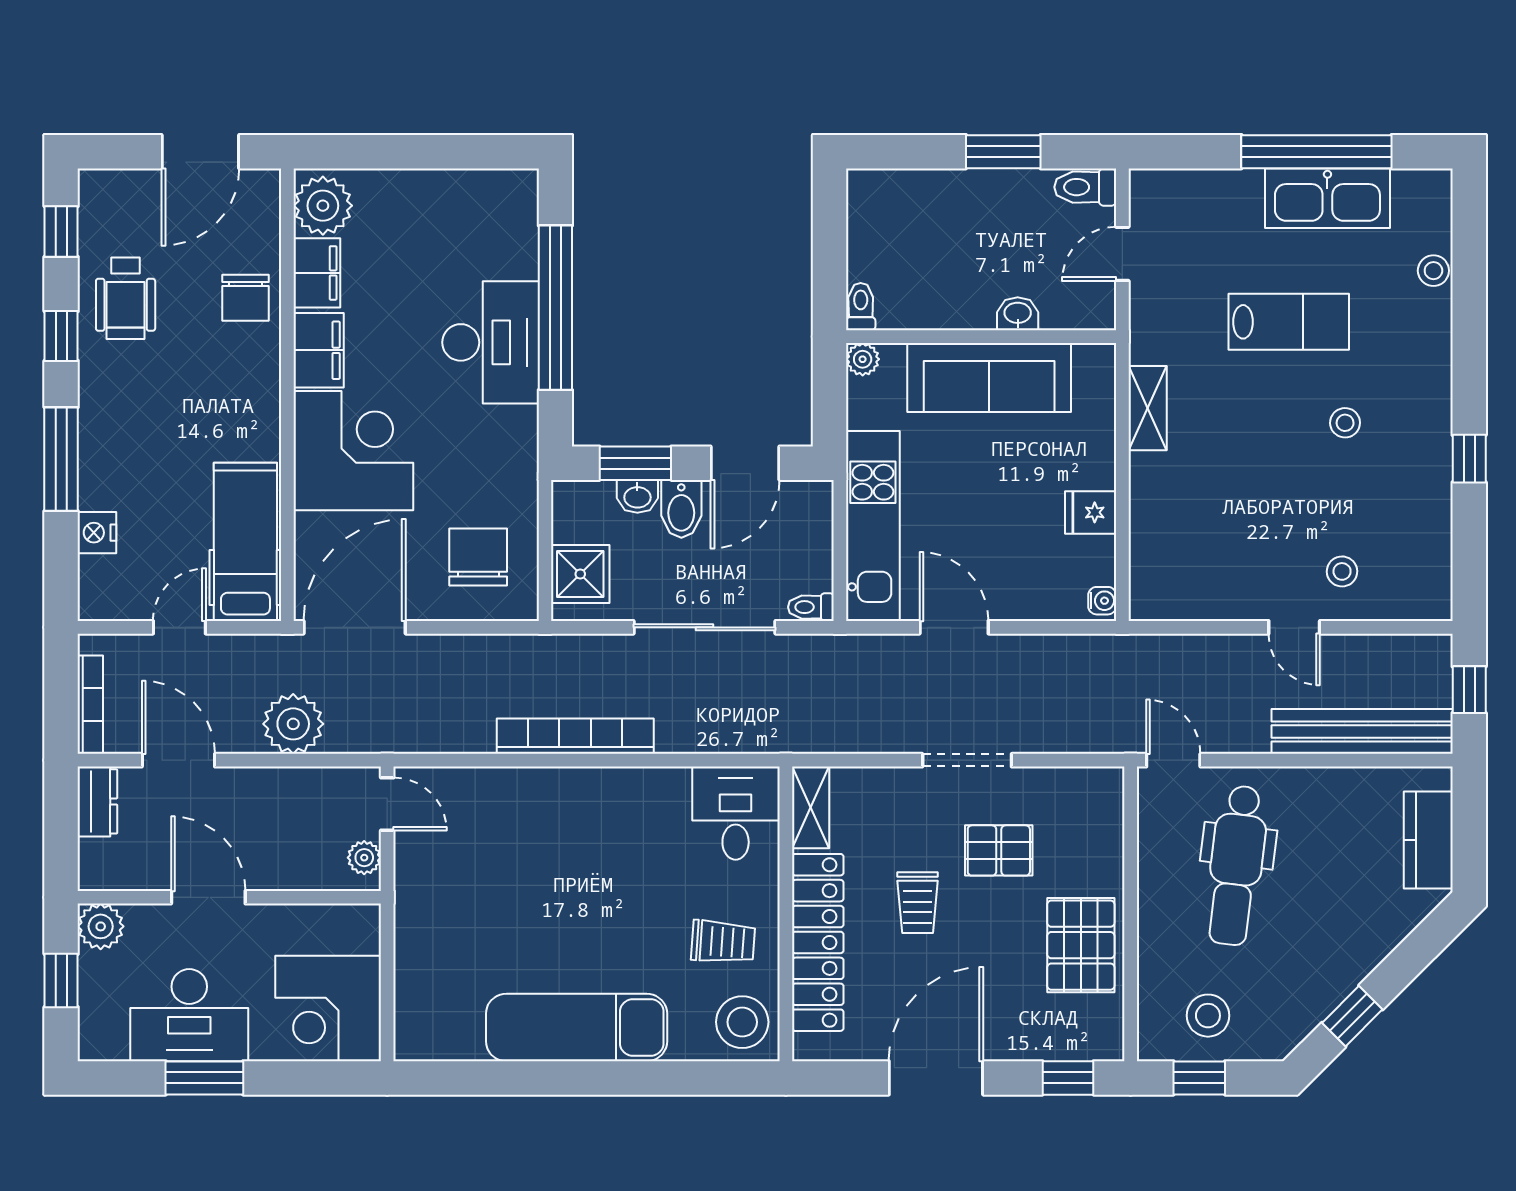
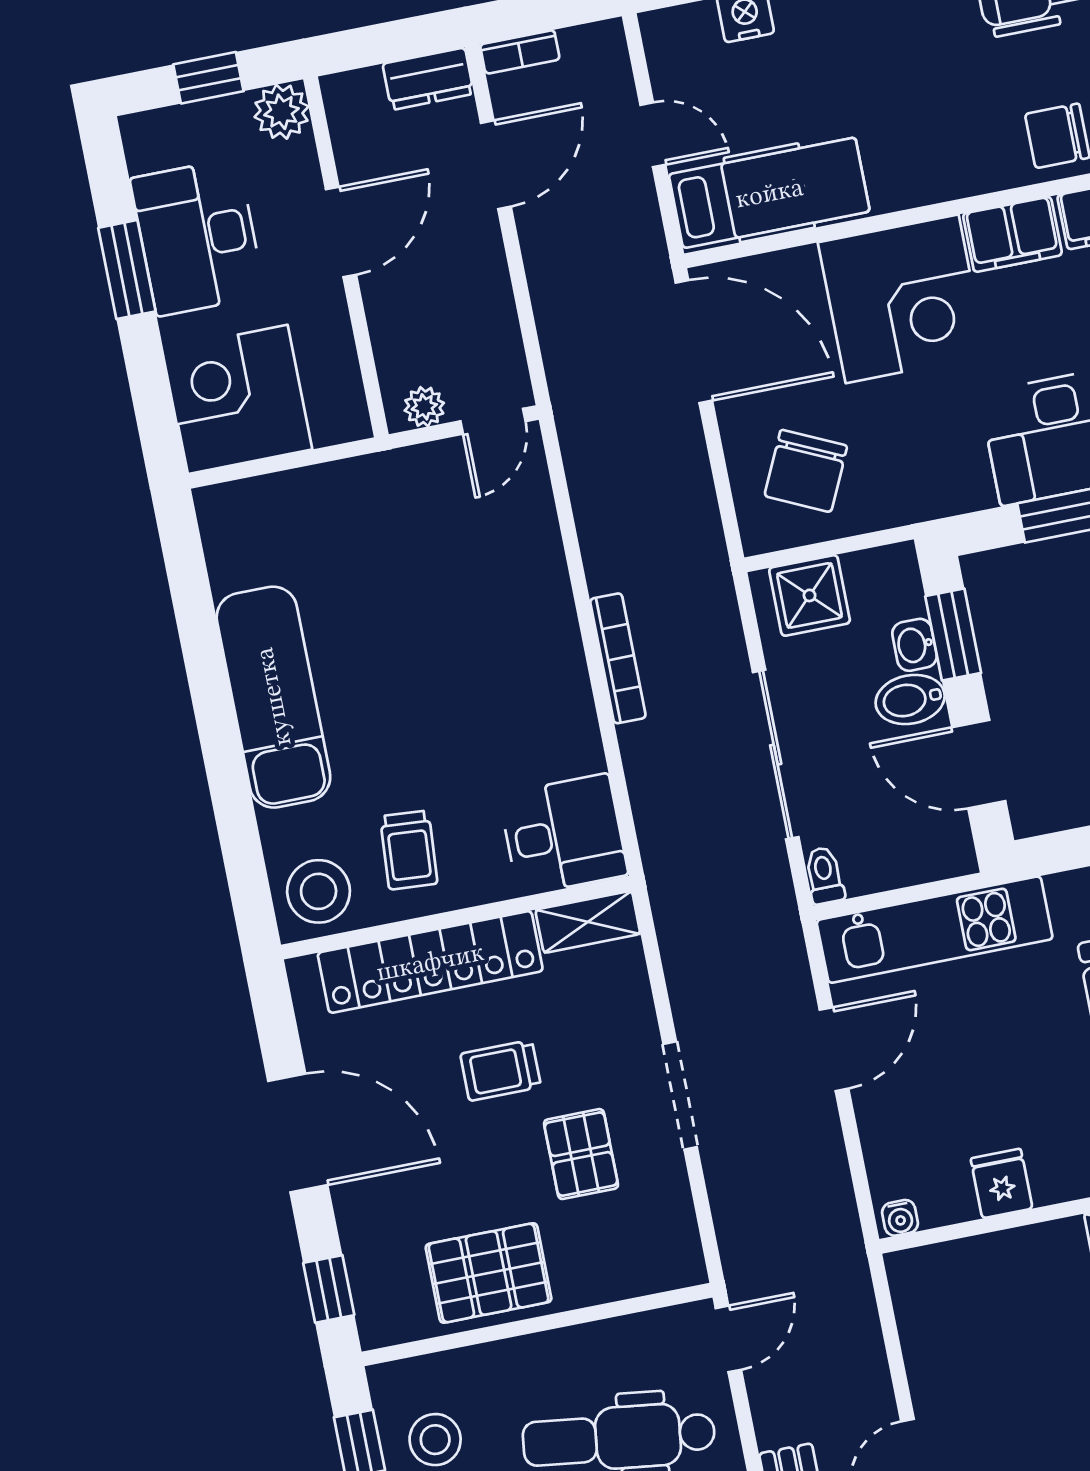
chair: (478, 557) -> (806, 471), turned 115
bookcase: (90, 705) -> (520, 52), width x0.64
plant: (293, 724) -> (566, 292), removed
bookcase: (575, 736) -> (618, 658), width x0.68, depth x0.76

